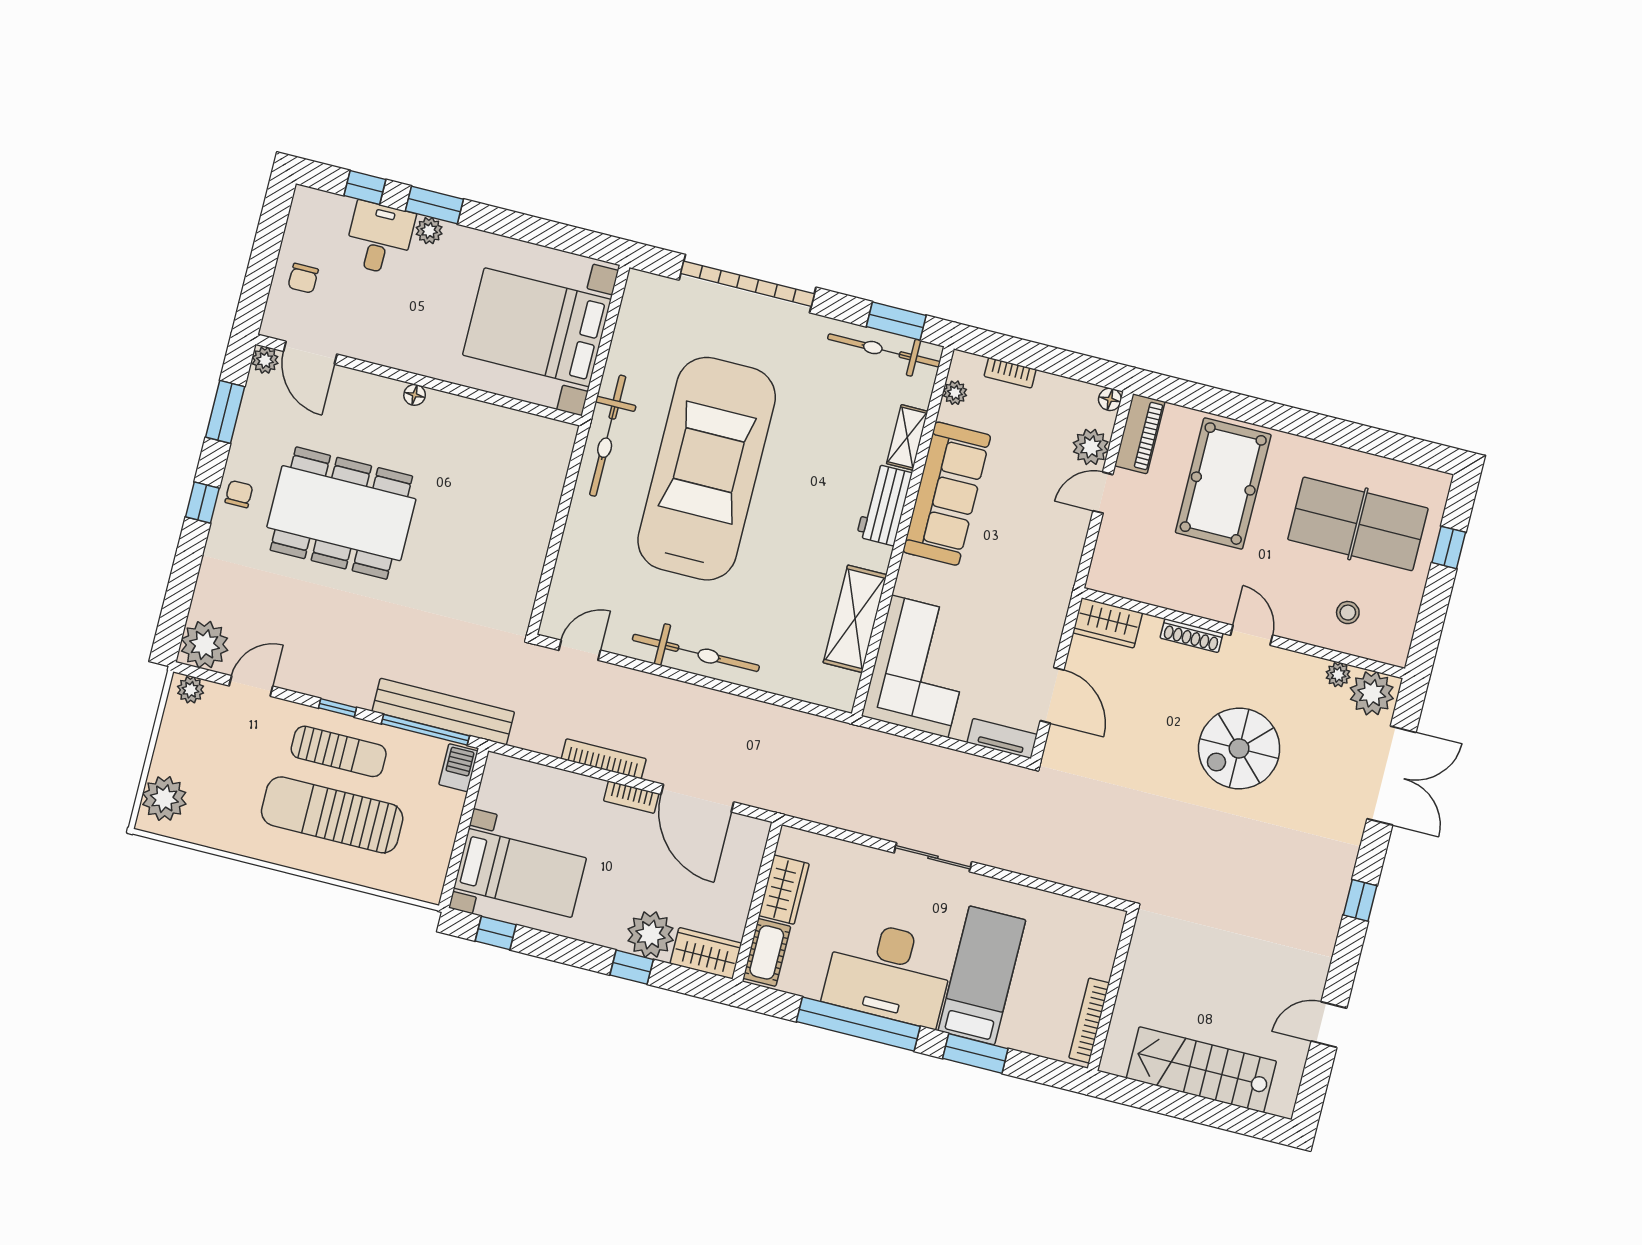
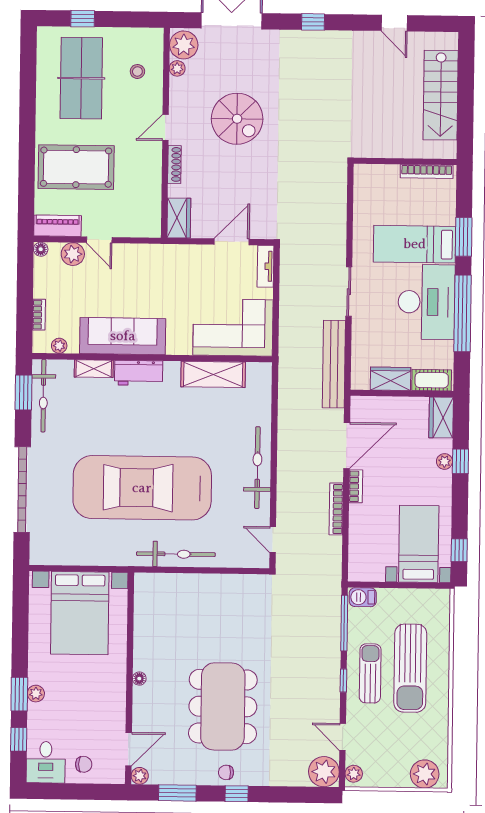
desk: (379, 238) -> (46, 762), moved, turned -90
bicycle: (608, 436) -> (176, 554), moved
bench: (443, 712) -> (334, 364), moved
plant: (651, 935) -> (444, 461), width x0.53, depth x0.53

